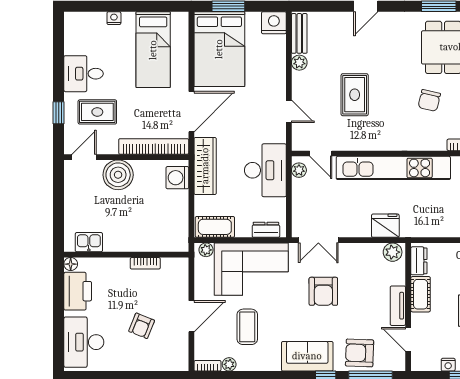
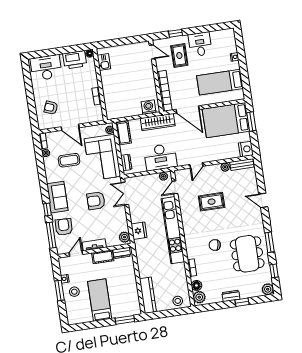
boiler: (118, 175) -> (145, 73), removed
armchair: (142, 326) -> (51, 108), moved

